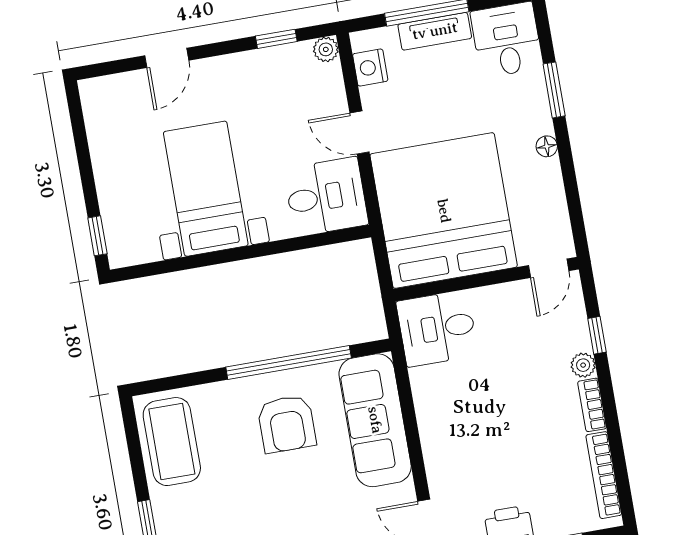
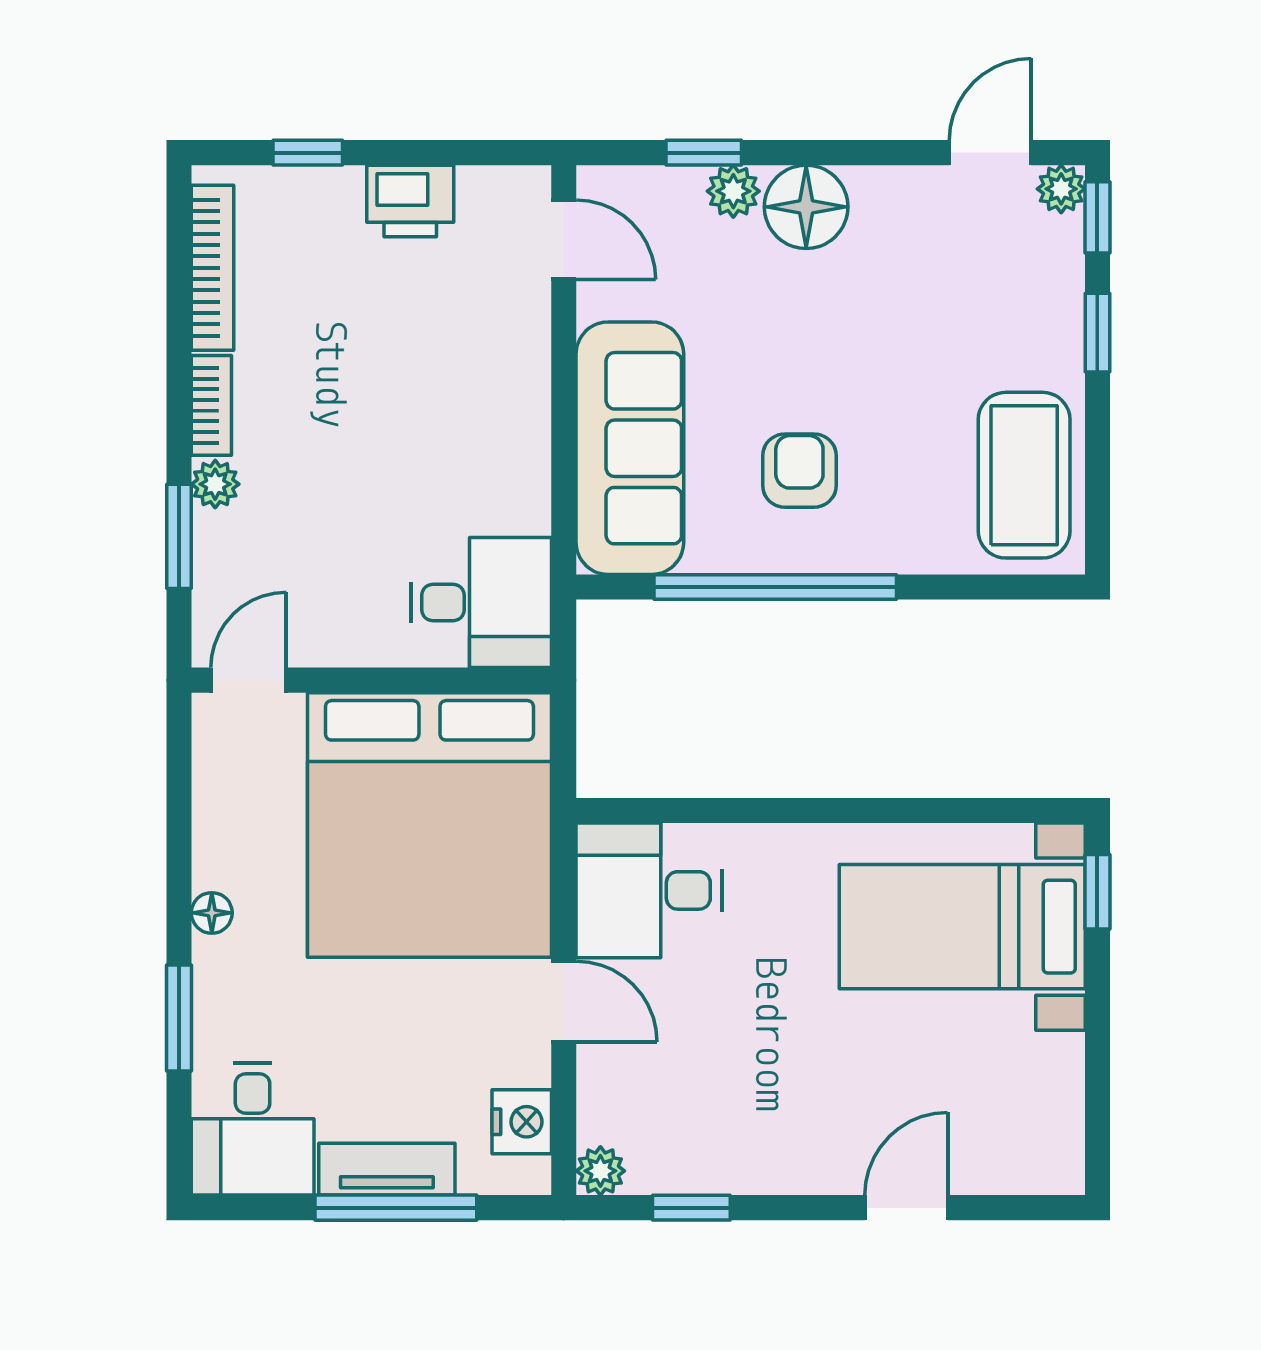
bed with nightstands: (206, 189) -> (962, 927), moved, turned 90
window: (597, 335) -> (179, 536), width x1.50
armchair: (287, 424) -> (799, 471), width x0.72, depth x0.72

